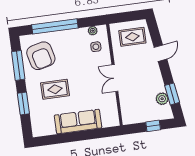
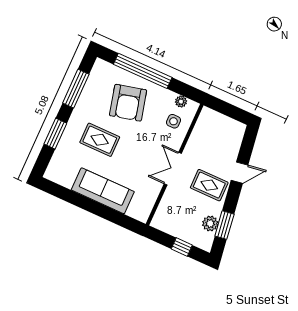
rug: (132, 37) -> (209, 185), moved
armchair: (41, 56) -> (128, 103), moved

